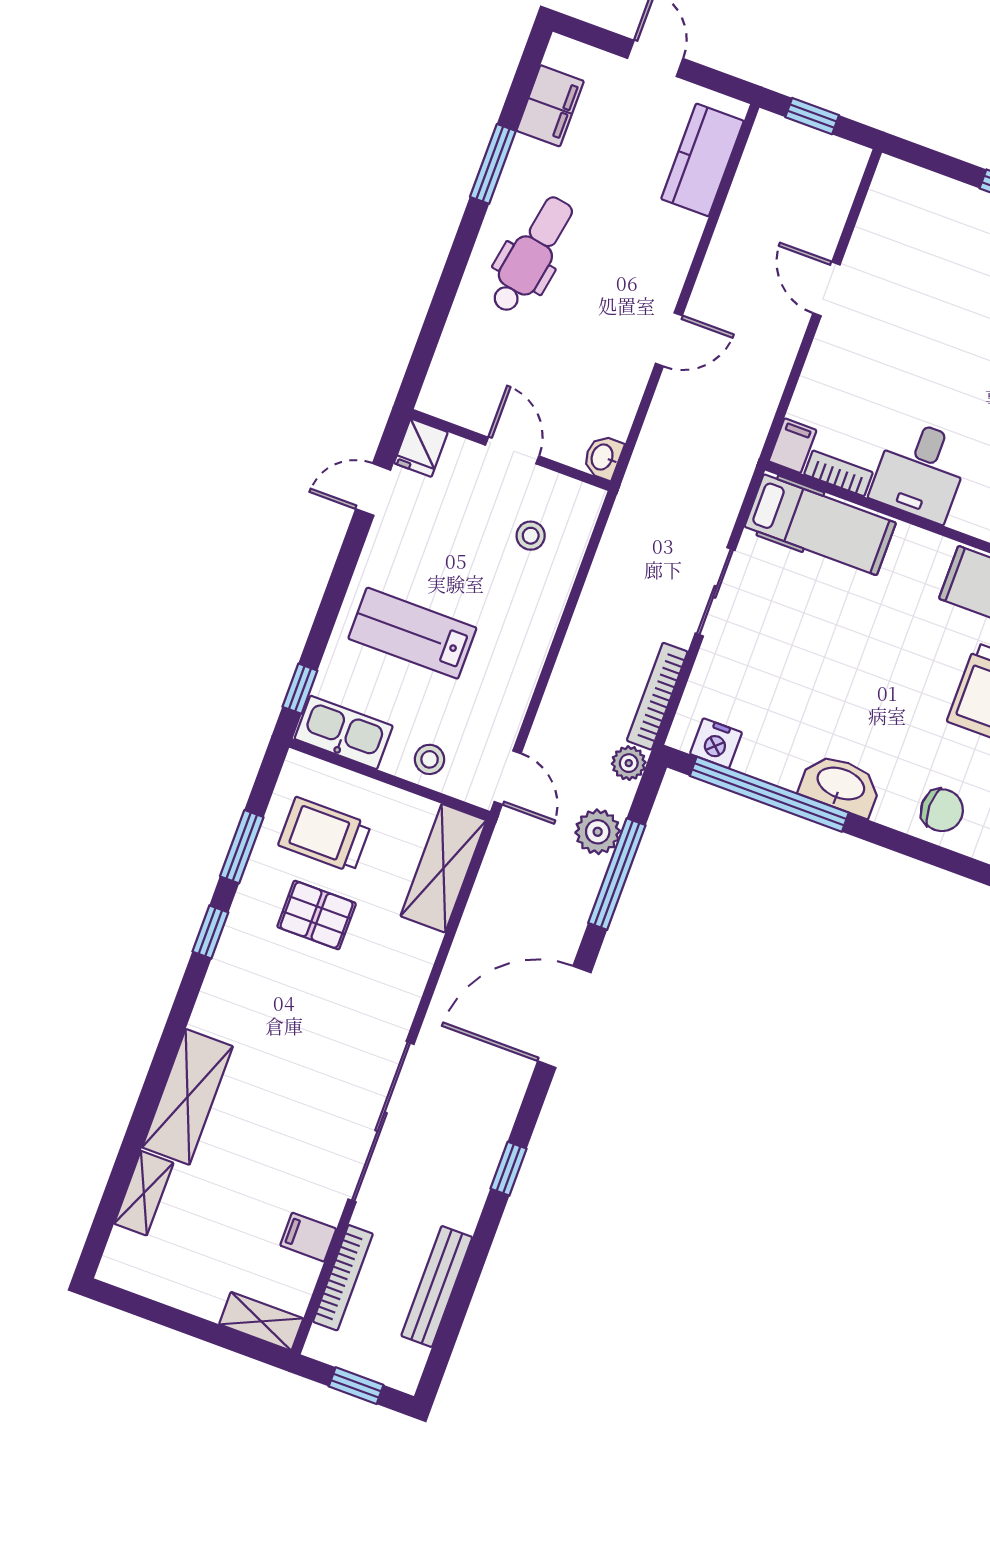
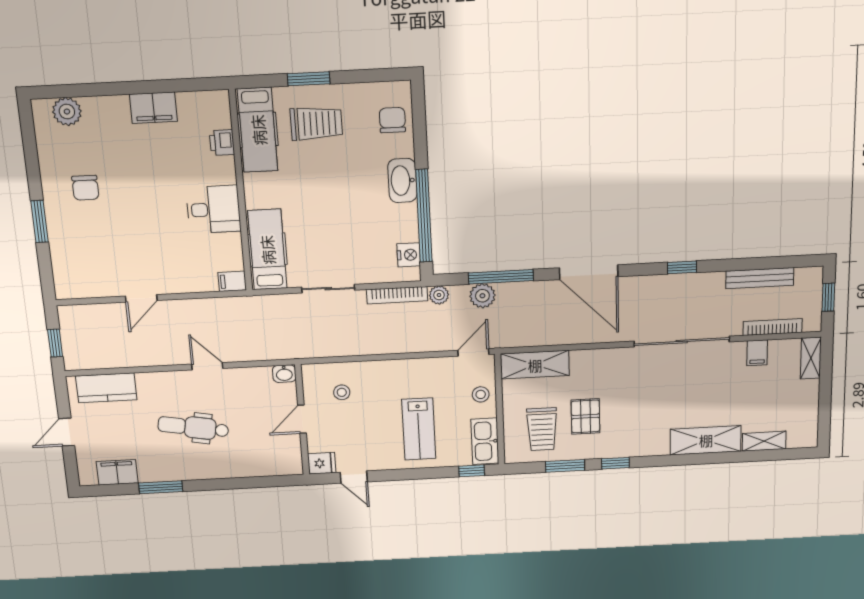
dental chair: (532, 255) -> (193, 427), moved
bookcase: (838, 473) -> (235, 252), removed

